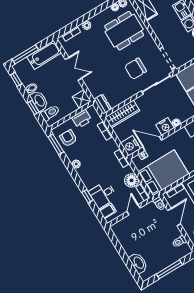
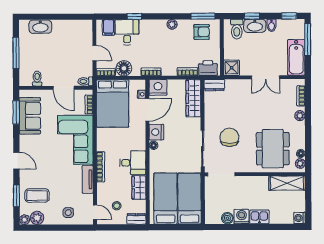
printer: (82, 119) -> (208, 68), moved, turned 90

